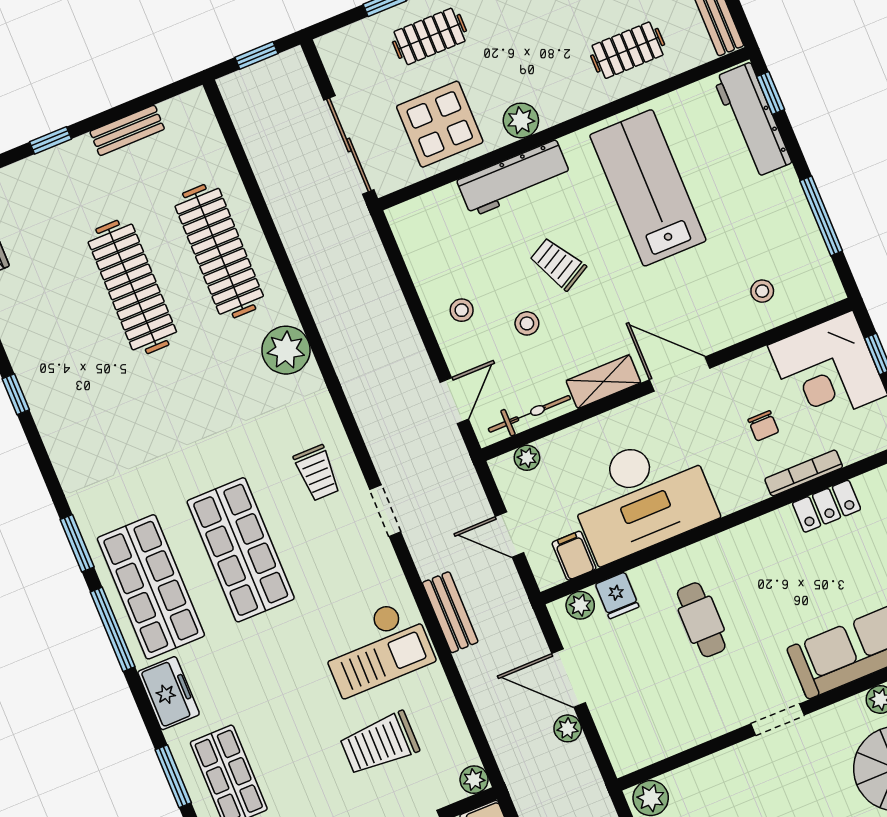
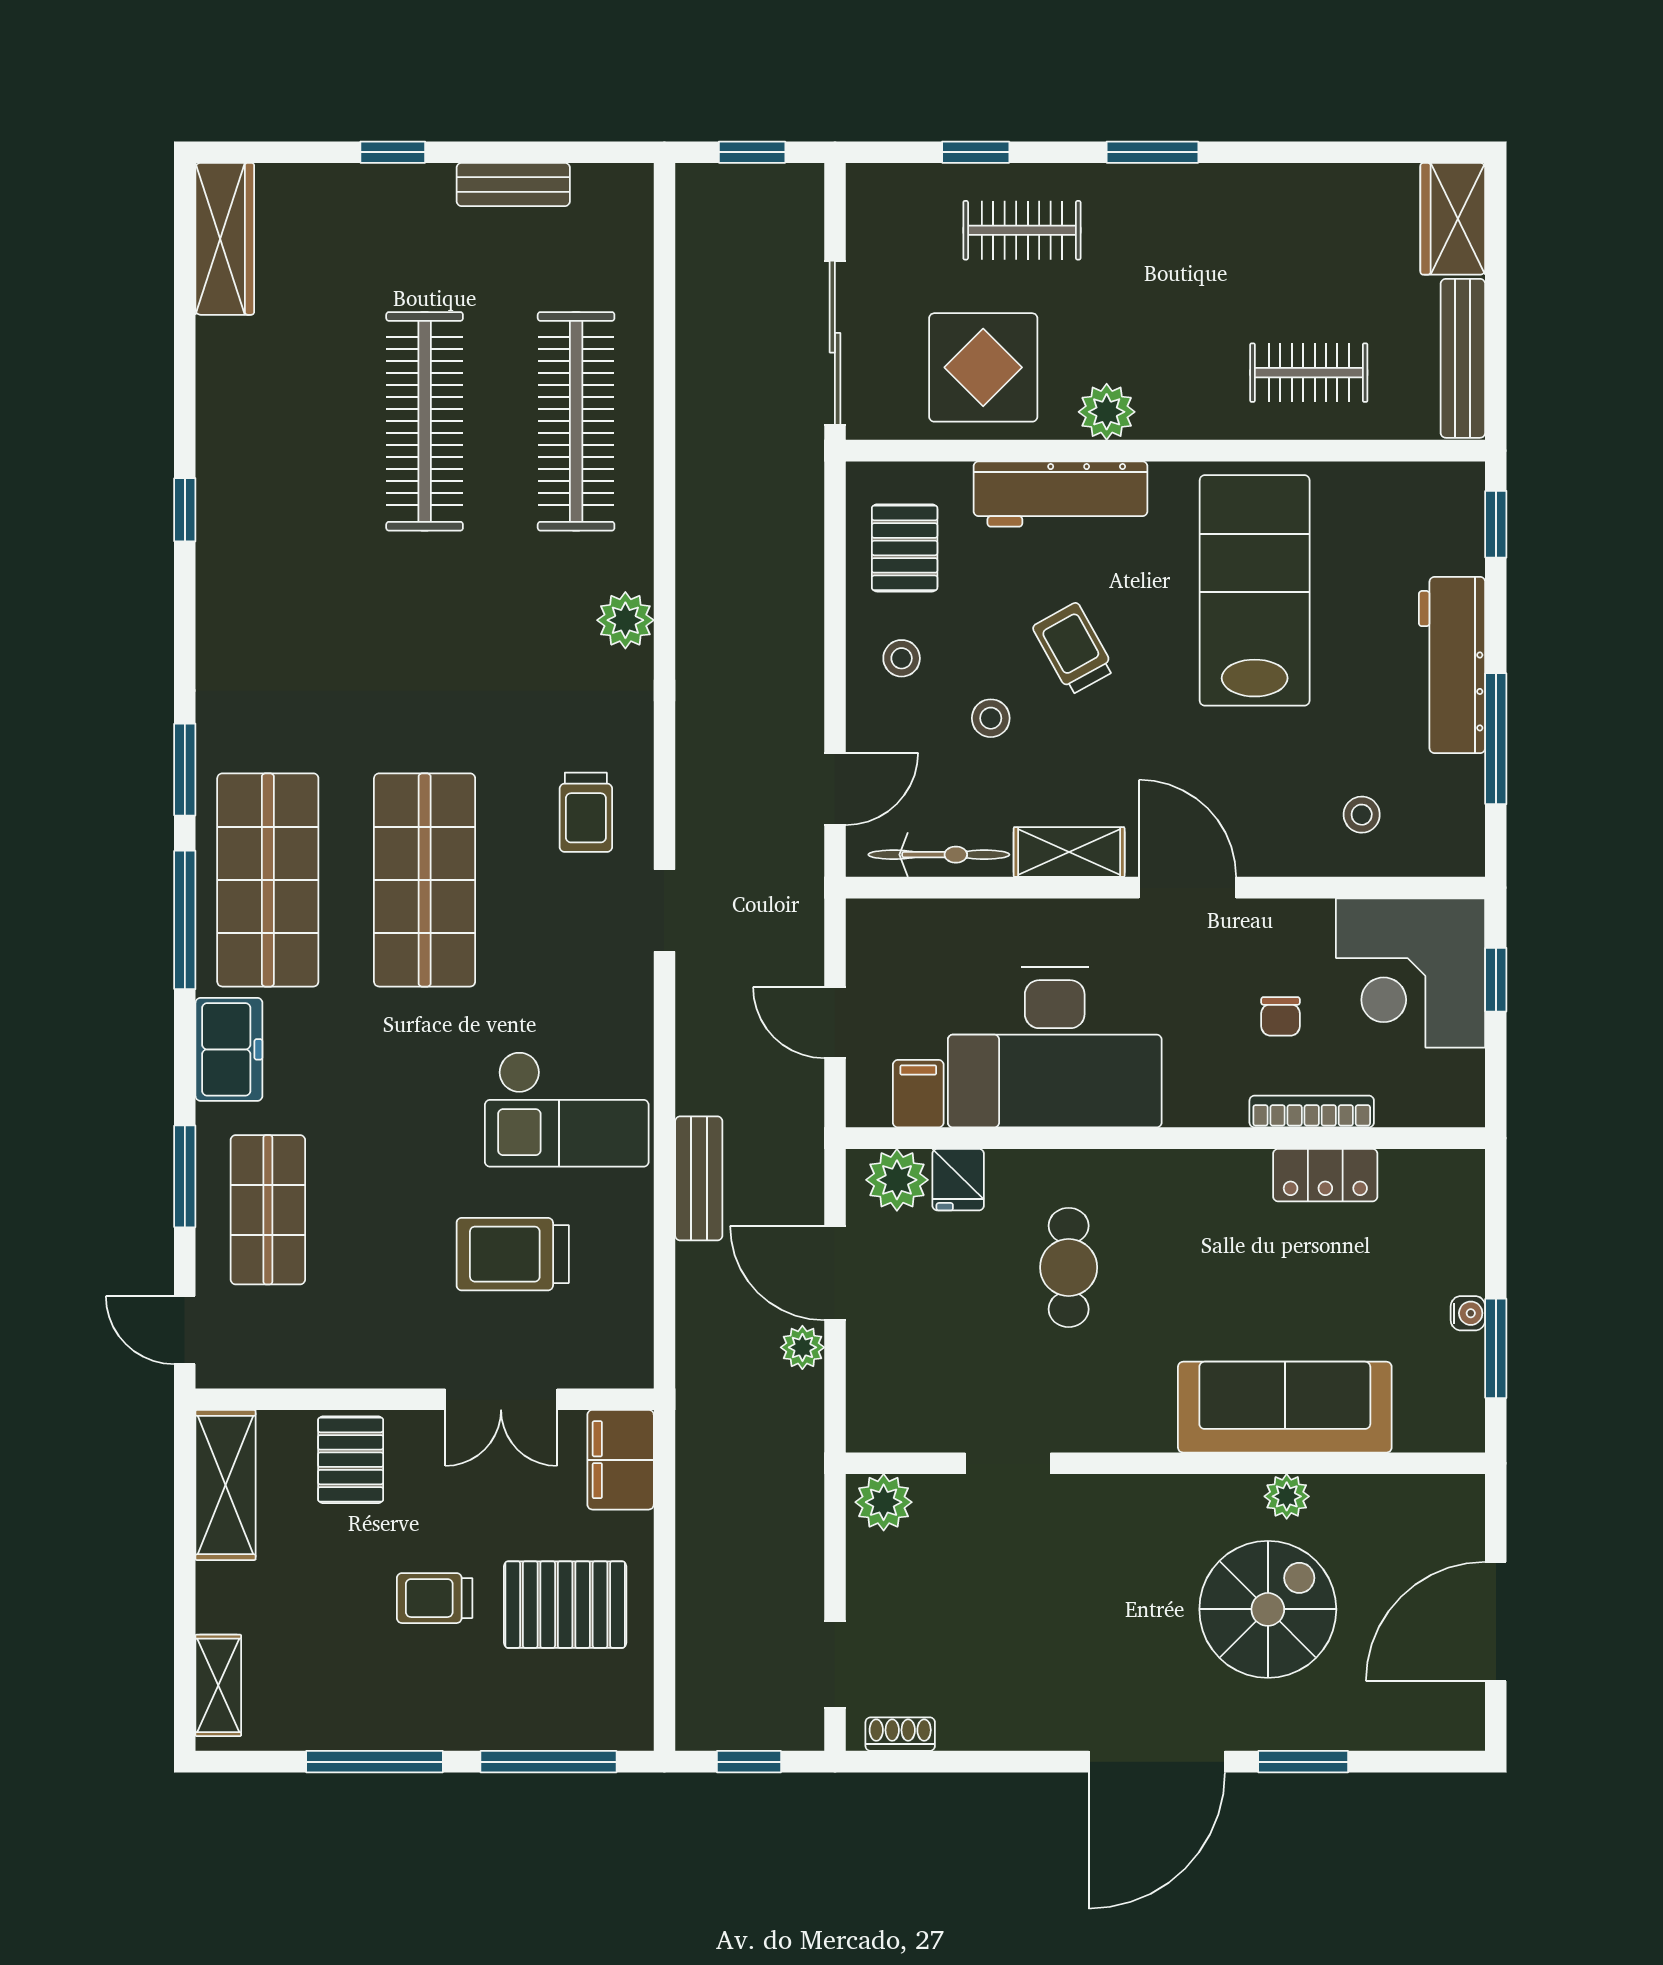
workbench: (752, 120) -> (1452, 665), moved
pallet: (437, 246) -> (905, 548), added
plant: (286, 350) -> (625, 620), width x0.73, depth x0.73
plant: (527, 458) -> (908, 919), removed
plant: (580, 605) -> (897, 1180), width x1.38, depth x1.38
bench: (450, 612) -> (699, 1178), moved
doorway: (778, 719) -> (1008, 1463), moved
plant: (474, 780) -> (631, 1366), removed

